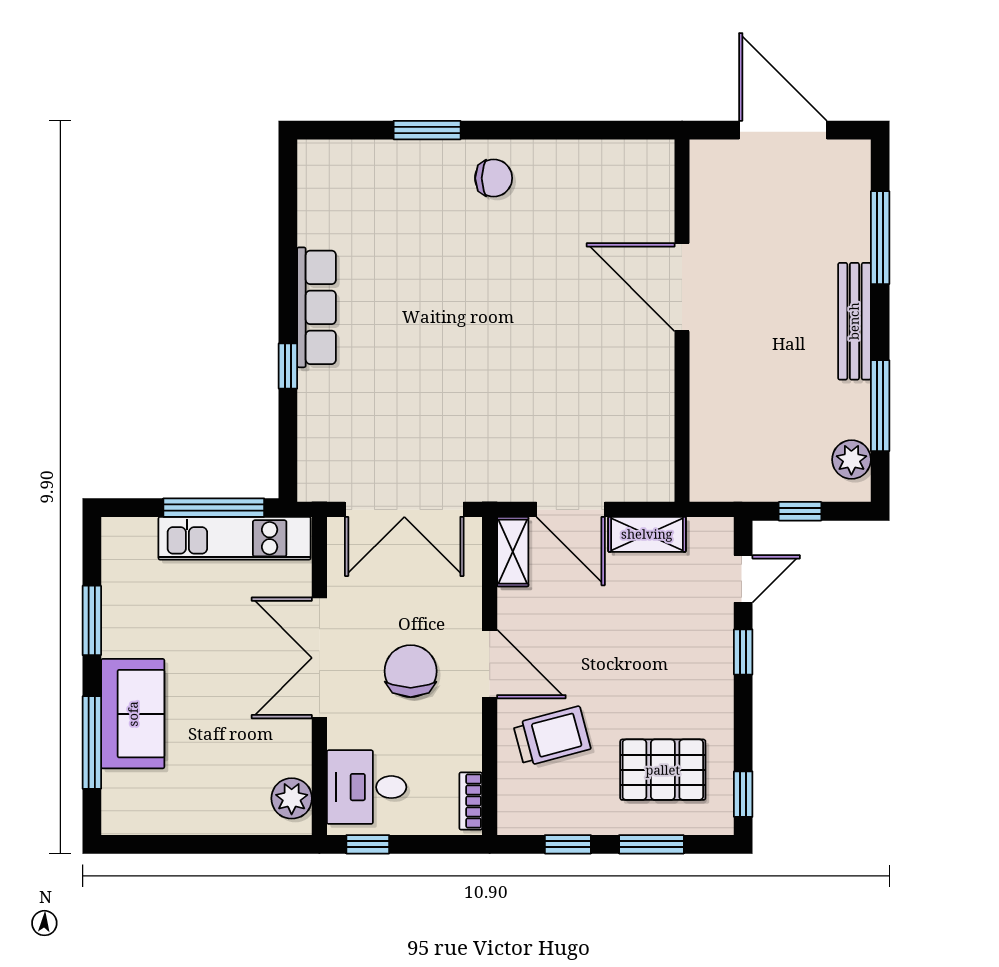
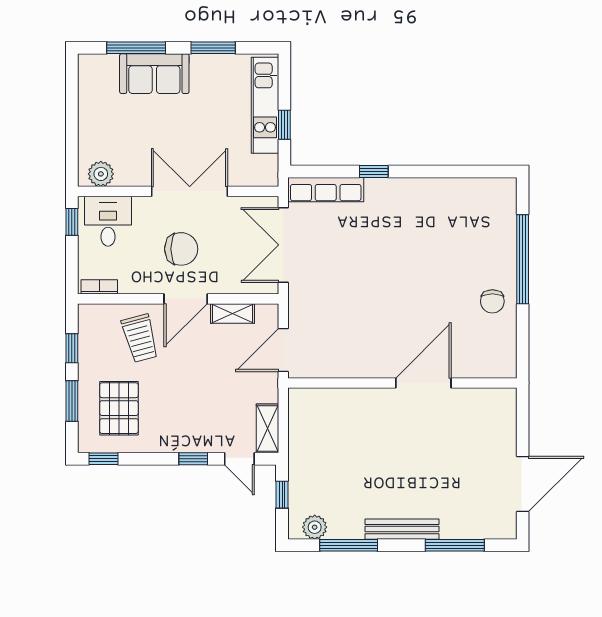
window: (427, 130) -> (523, 259), width x2.11
door: (682, 287) -> (423, 383), moved
row of seats: (317, 307) -> (326, 190), moved
wall: (682, 321) -> (402, 383), moved
window: (214, 508) -> (284, 125), width x0.46
shelving: (647, 534) -> (267, 428), moved
kitchen unit: (235, 538) -> (265, 105), moved
shelving: (513, 552) -> (232, 313), moved

